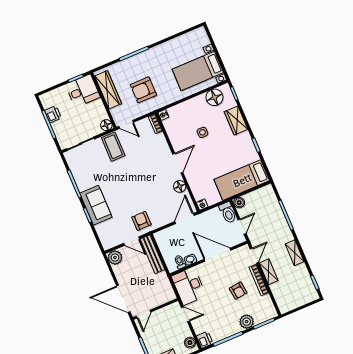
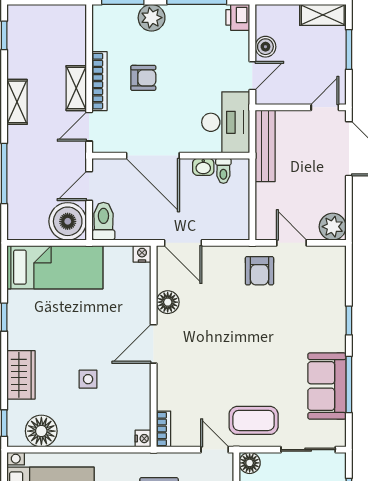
coffee table: (113, 147) -> (254, 420), turned 90
boiler: (239, 203) -> (68, 221), width x1.86, depth x1.86
sofa: (96, 205) -> (327, 386), moved
door: (185, 218) -> (183, 243), hinge flipped
bench: (153, 254) -> (265, 146), moved
armchair: (238, 291) -> (143, 78), turned 97
door: (185, 314) -> (252, 76), swing flipped
boiler: (190, 343) -> (265, 47), moved

